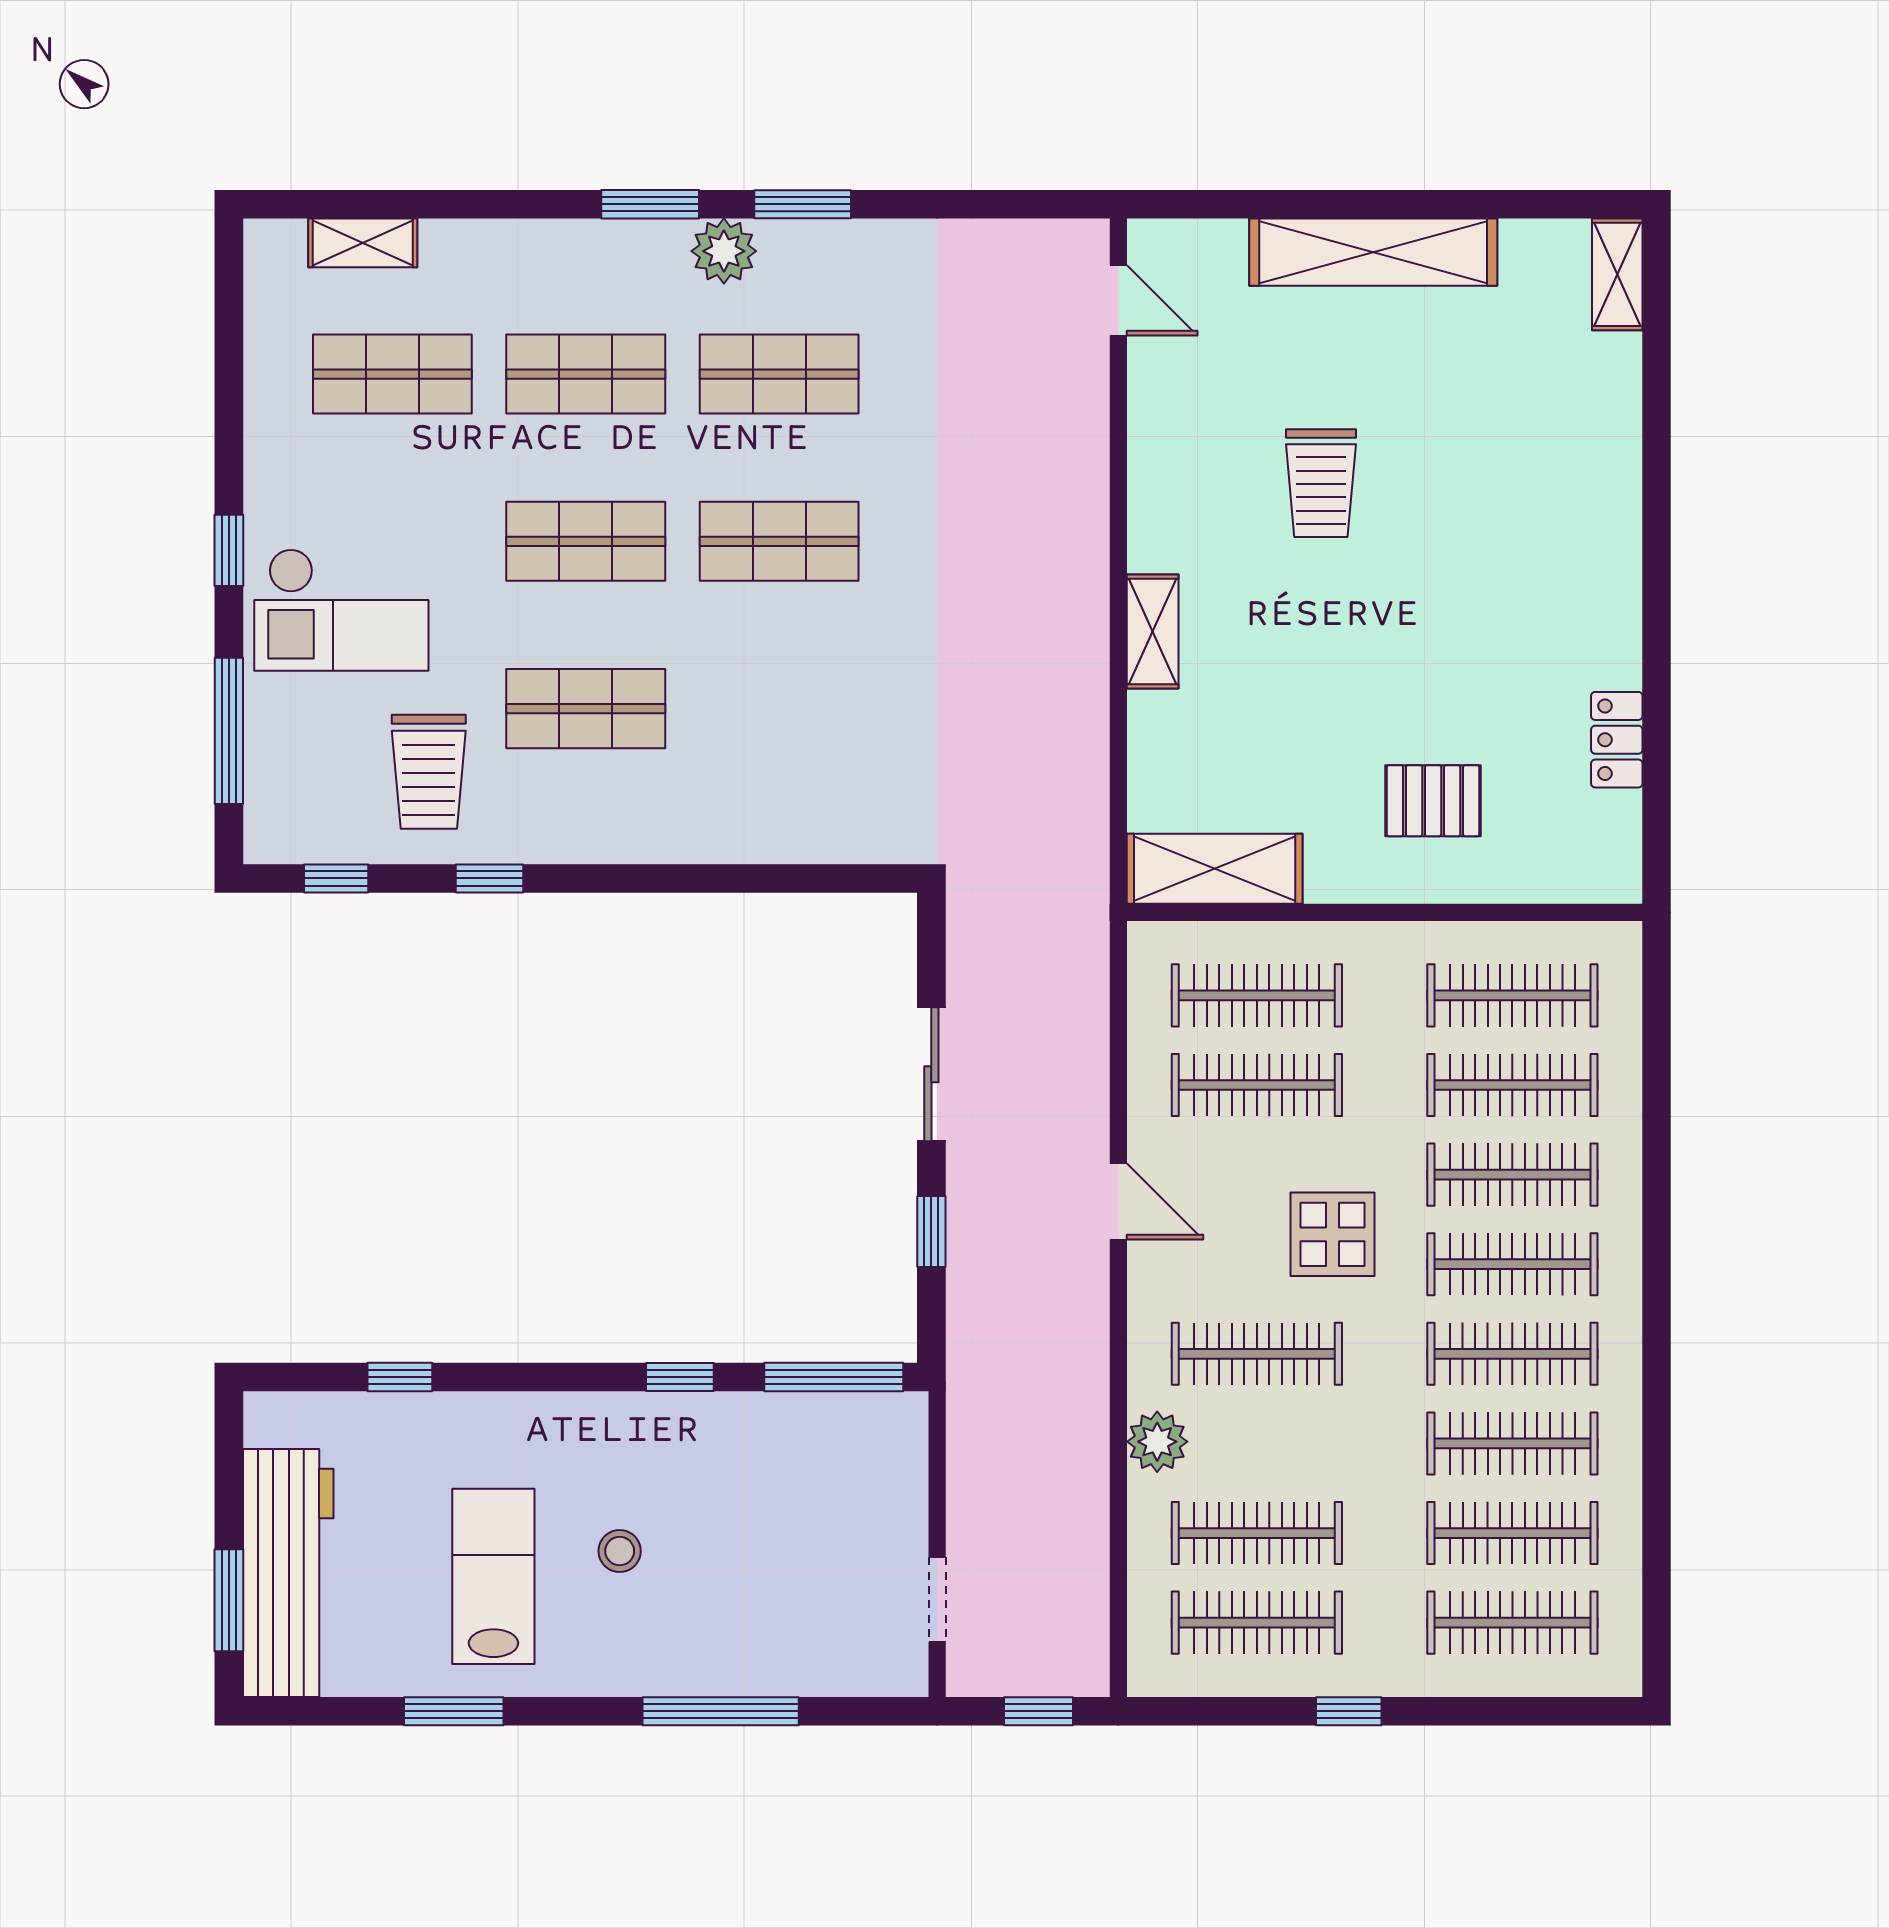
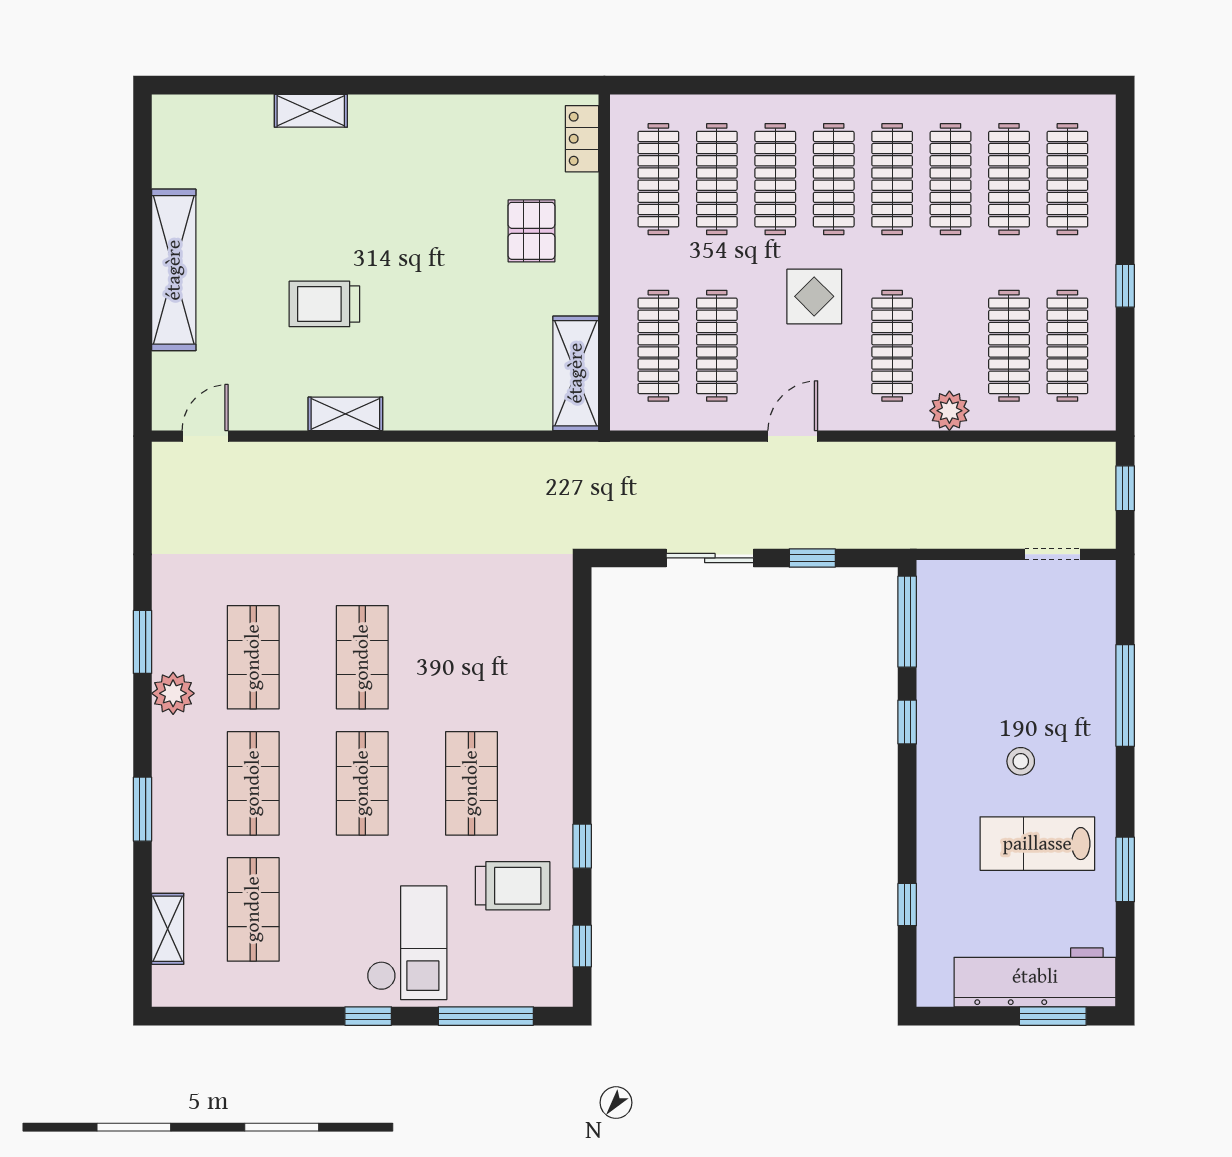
window: (650, 204) -> (142, 809), moved
shelving: (1617, 274) -> (311, 111), moved
trolley: (1321, 483) -> (324, 304), turned 180
shelving: (1153, 631) -> (345, 414), moved
locker: (1617, 740) -> (582, 139), moved, turned 90

